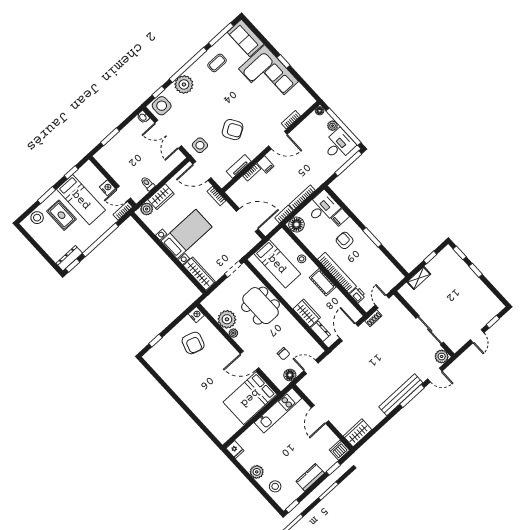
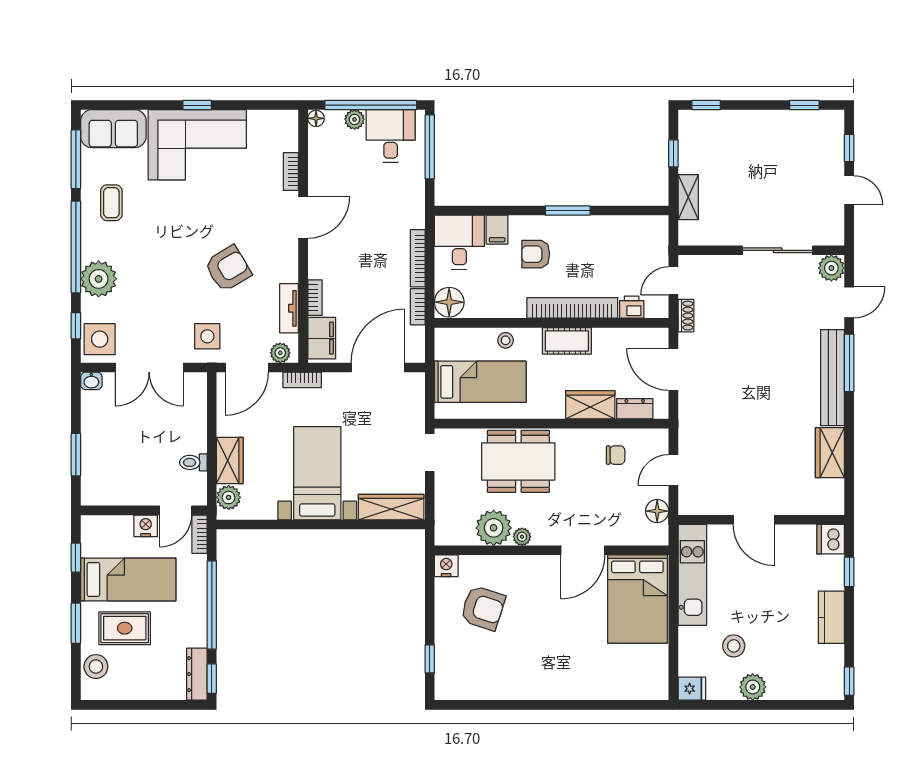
filing cabinet: (265, 165) -> (322, 338), moved, width x2.00
plant: (219, 178) -> (280, 353), added
window: (476, 270) -> (804, 105), moved
door: (382, 301) -> (673, 281), hinge flipped
chair: (284, 354) -> (616, 455), moved
wardrobe: (358, 433) -> (830, 453), moved
stool: (275, 486) -> (734, 646), moved

